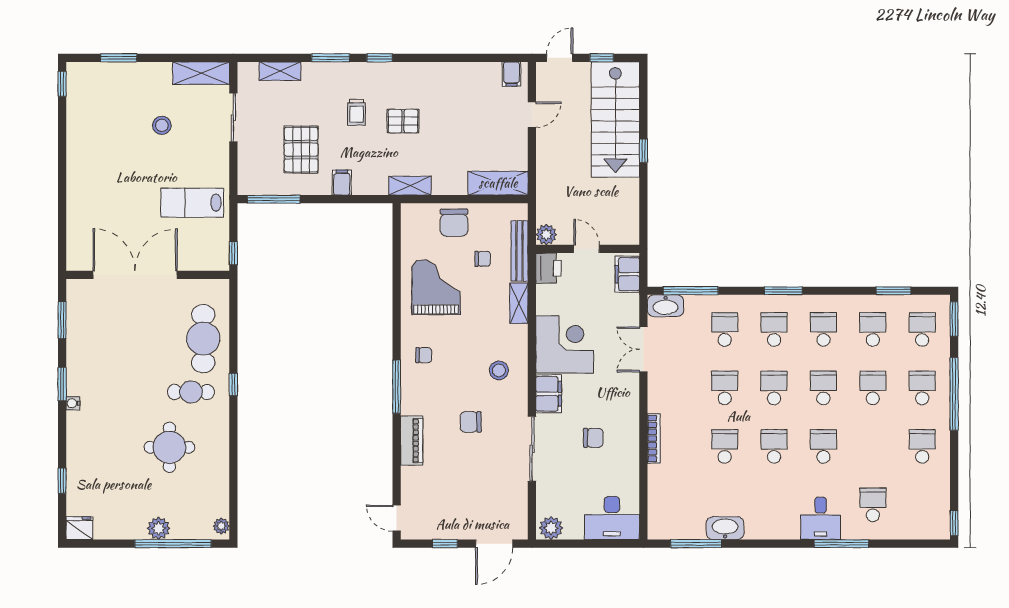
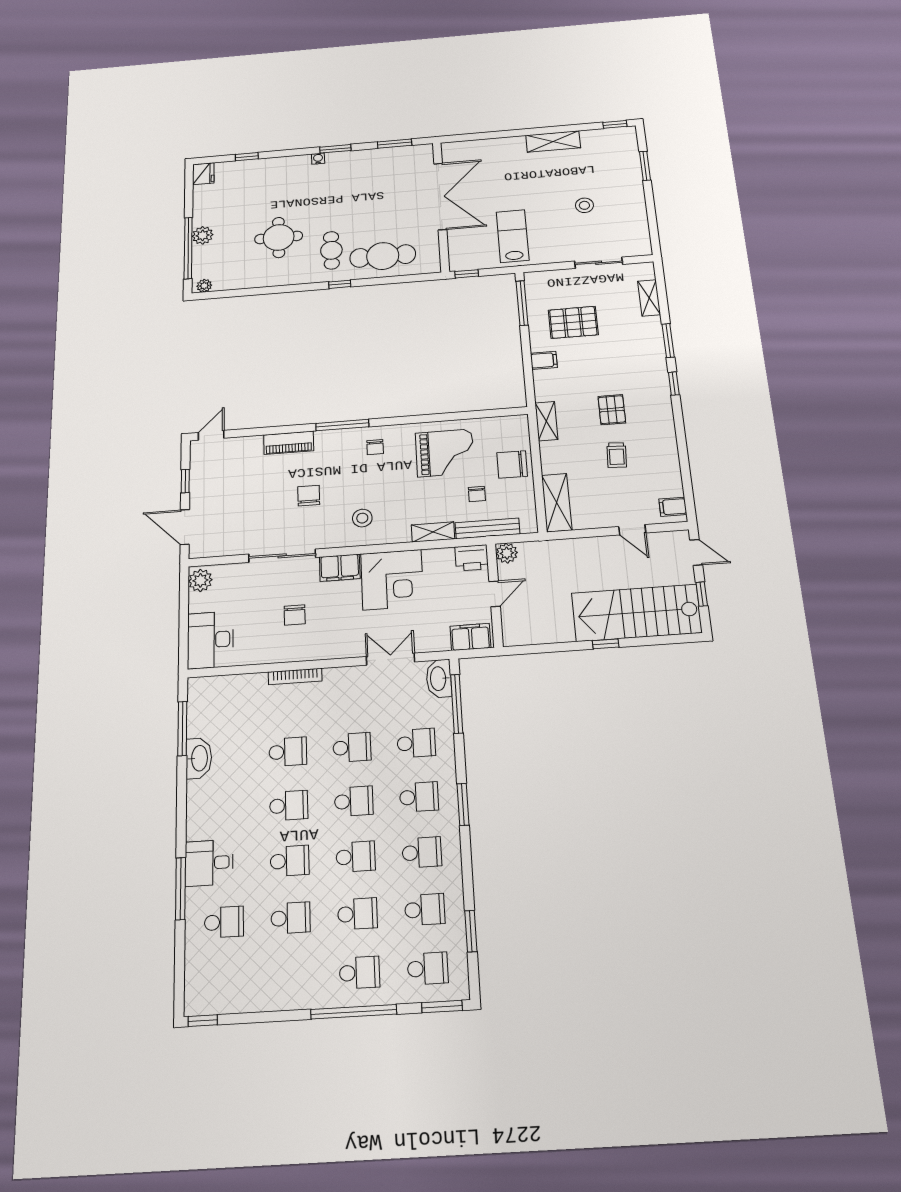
shelving: (201, 73) -> (553, 141), moved, turned 90
trolley: (356, 112) -> (617, 455), moved, turned -87
school desk: (922, 446) -> (291, 918), moved

